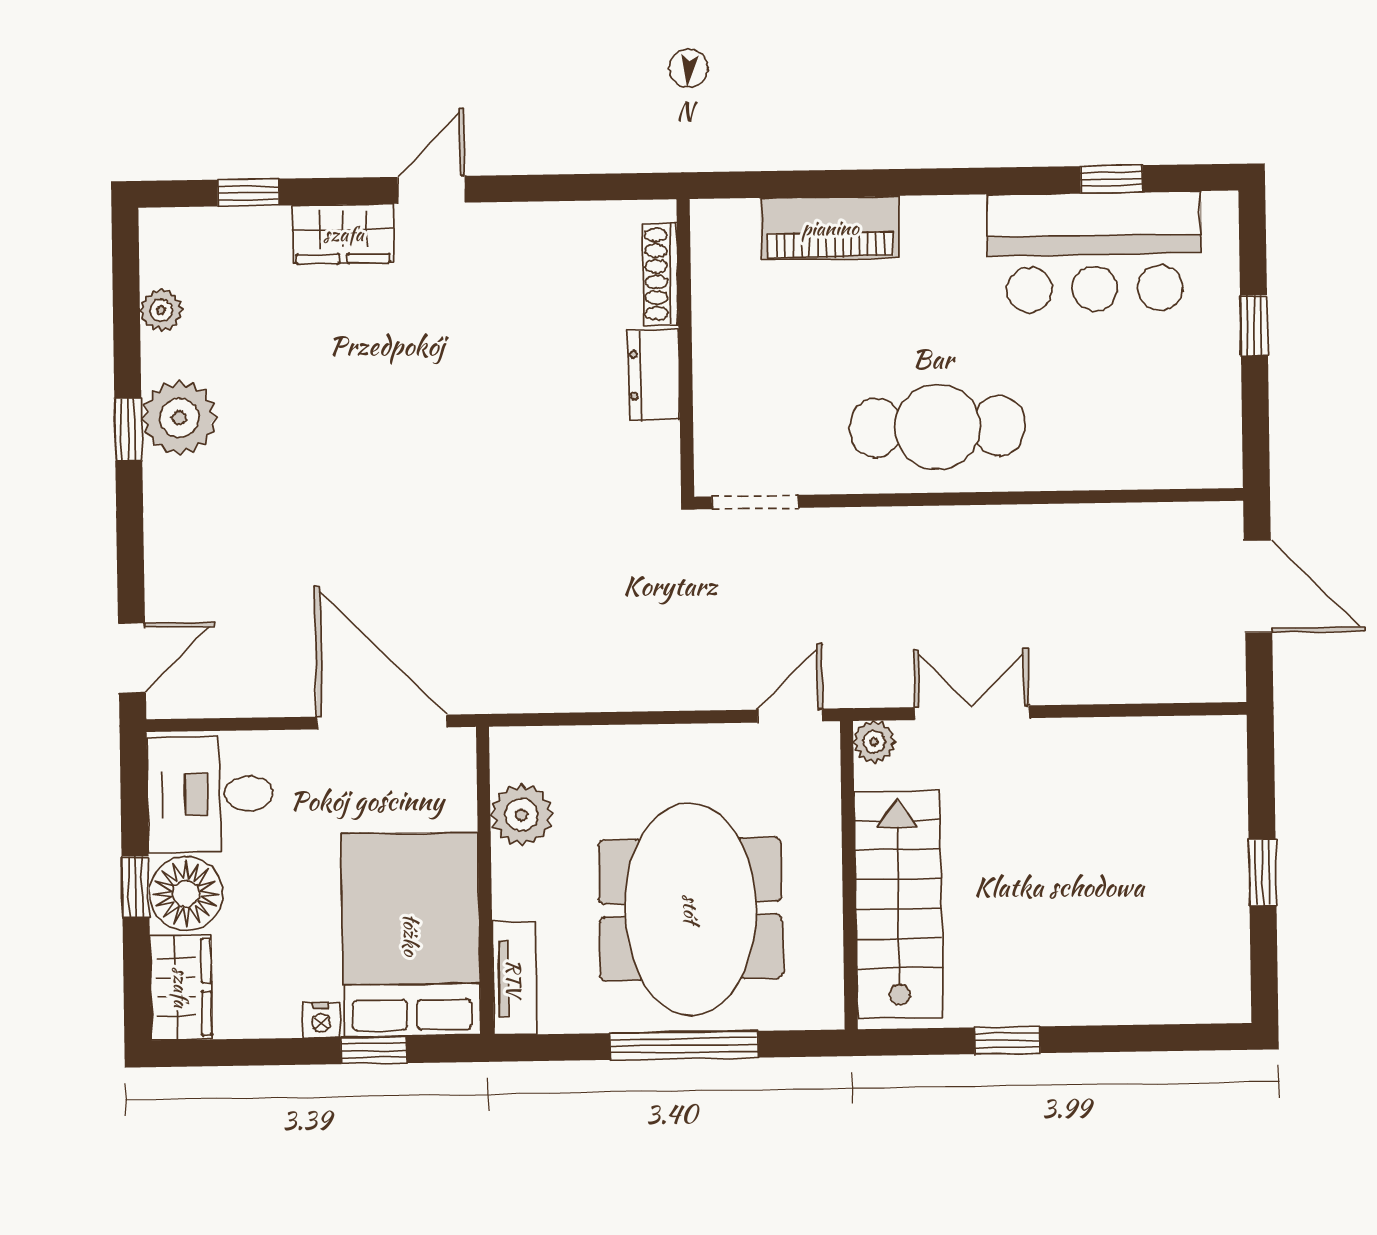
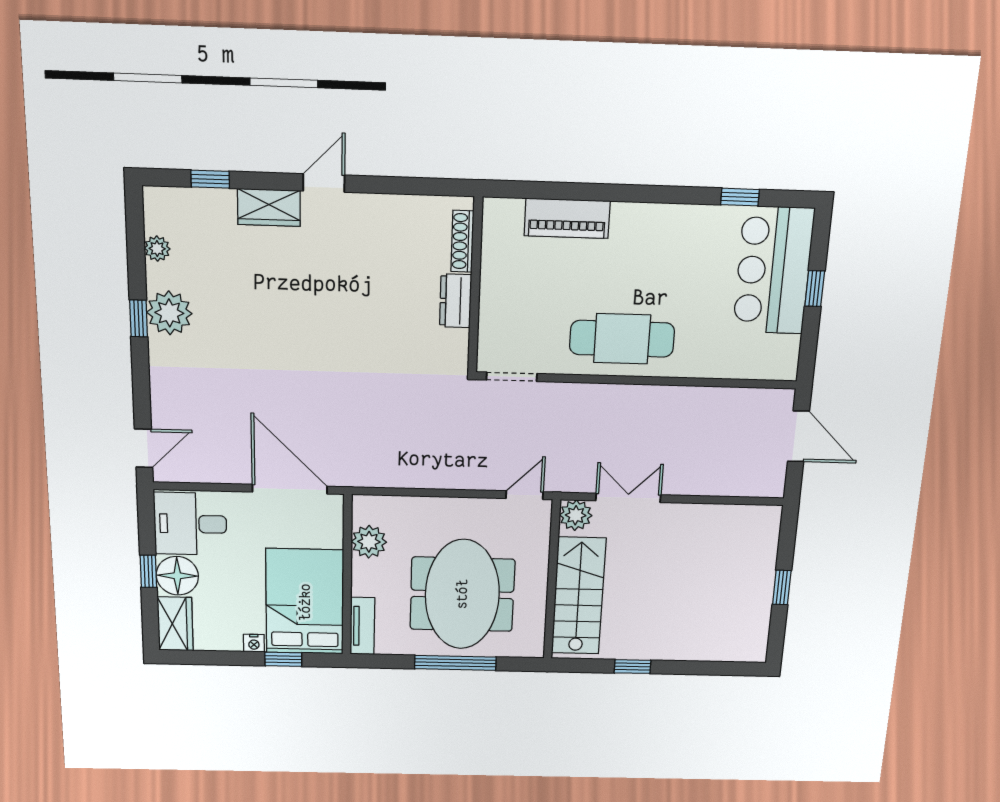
bar counter: (1094, 252) -> (773, 270), moved, turned 90
plant: (874, 742) -> (576, 515), width x1.38, depth x1.38

